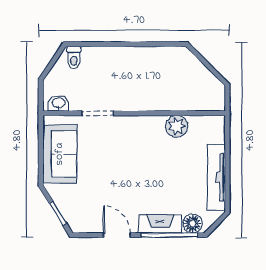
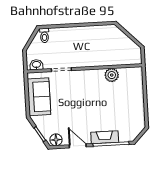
tv unit: (216, 177) -> (139, 106), removed
floor lamp: (193, 223) -> (56, 140), moved

